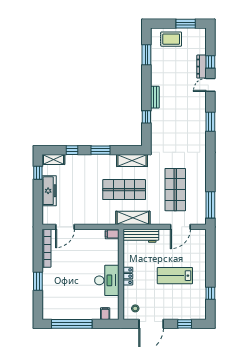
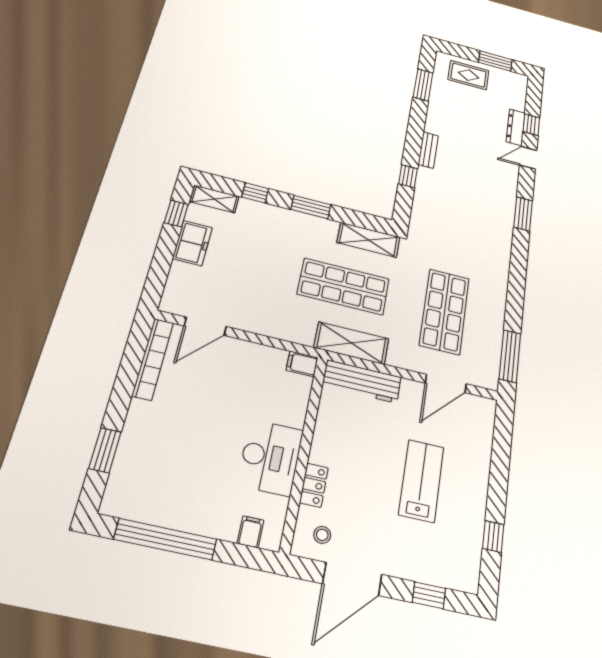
freezer: (49, 191) -> (193, 243), width x0.71
locker: (128, 276) -> (314, 485), moved
lab bench: (175, 276) -> (421, 481), turned 90
window: (38, 281) -> (105, 450), moved

